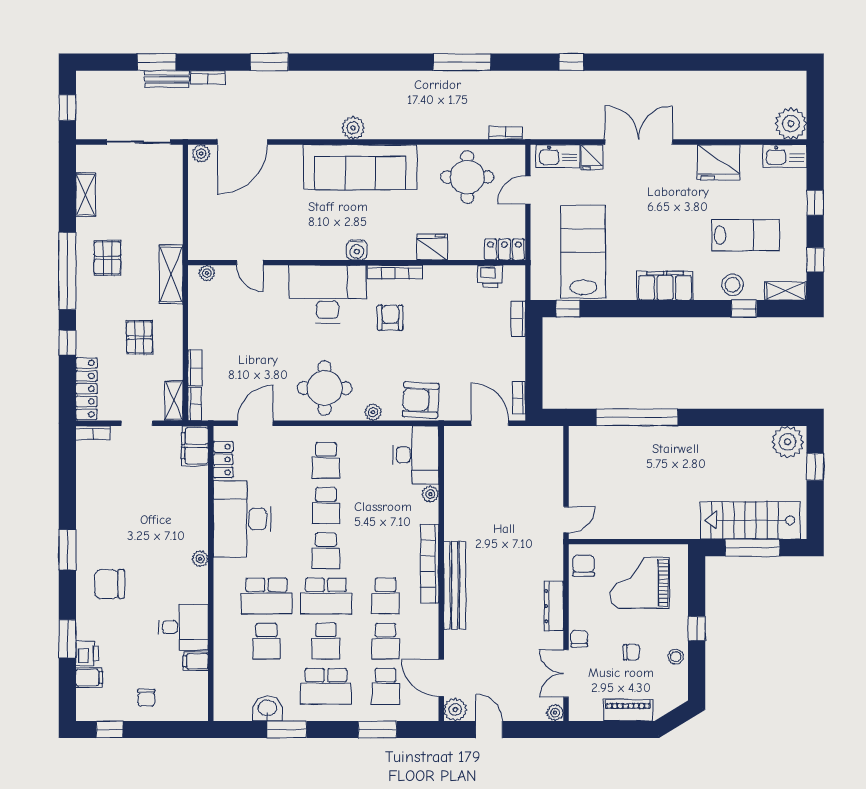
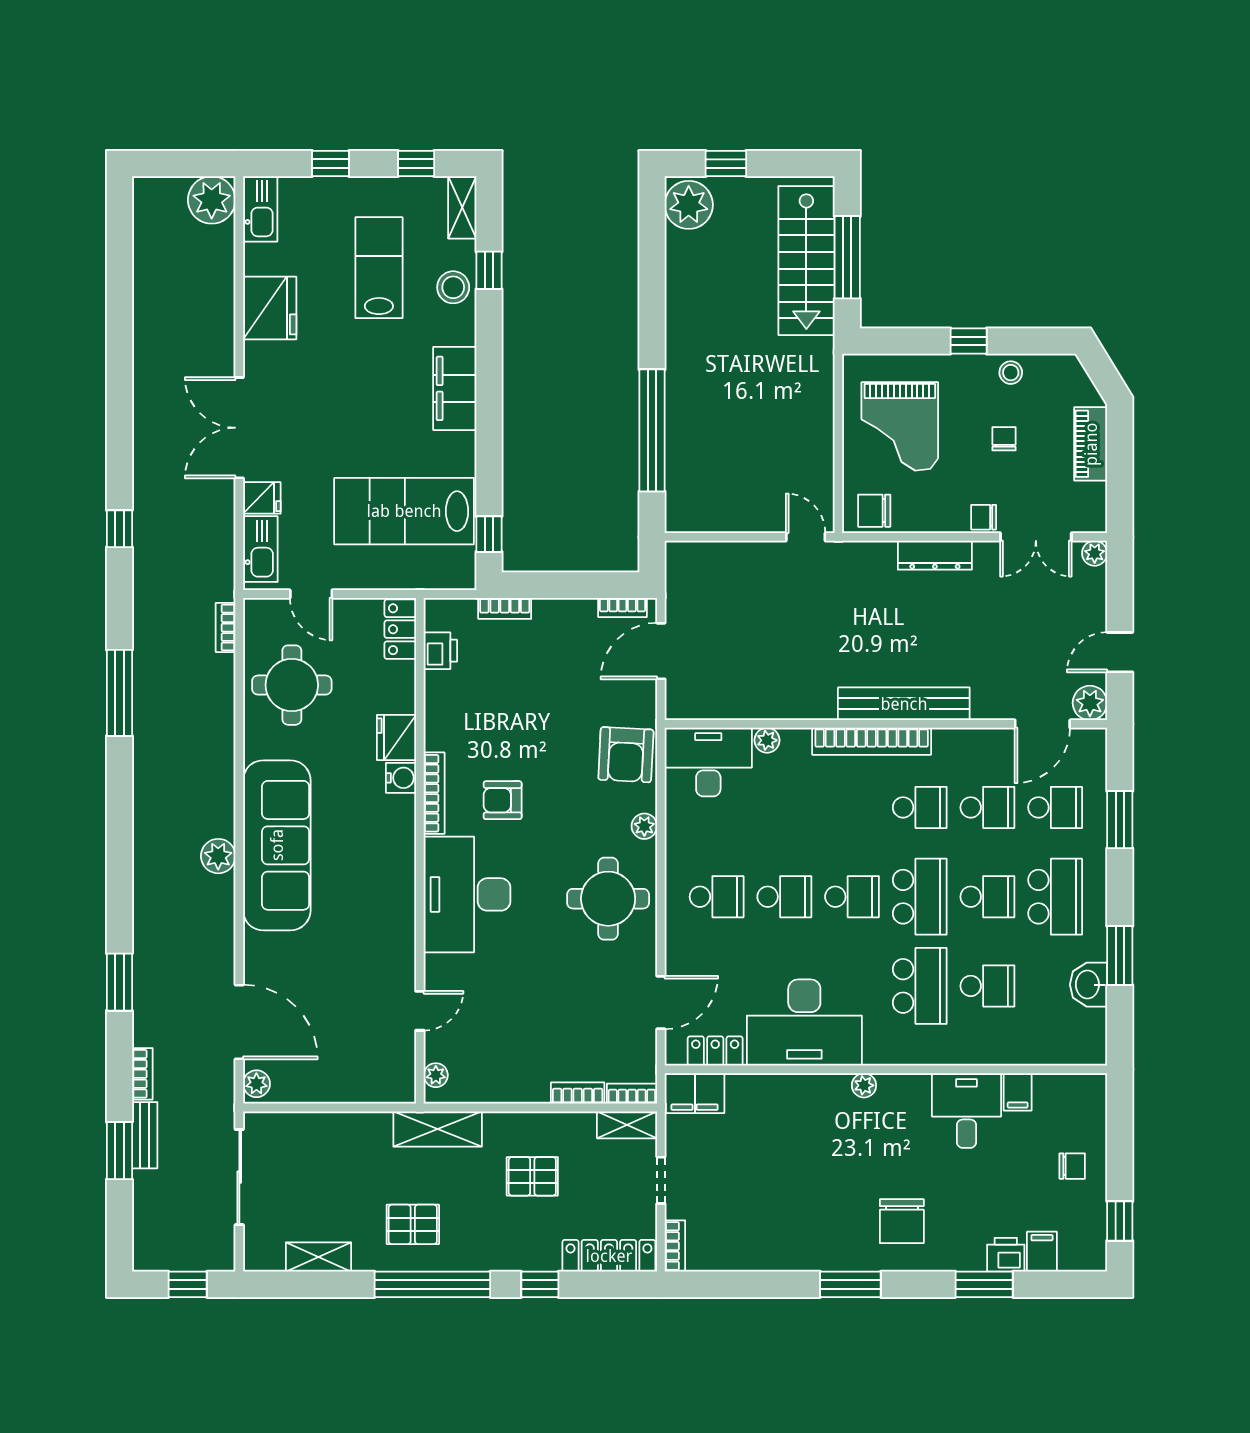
water cooler: (357, 250) -> (401, 778), moved
door: (255, 423) -> (661, 1003), swing flipped

